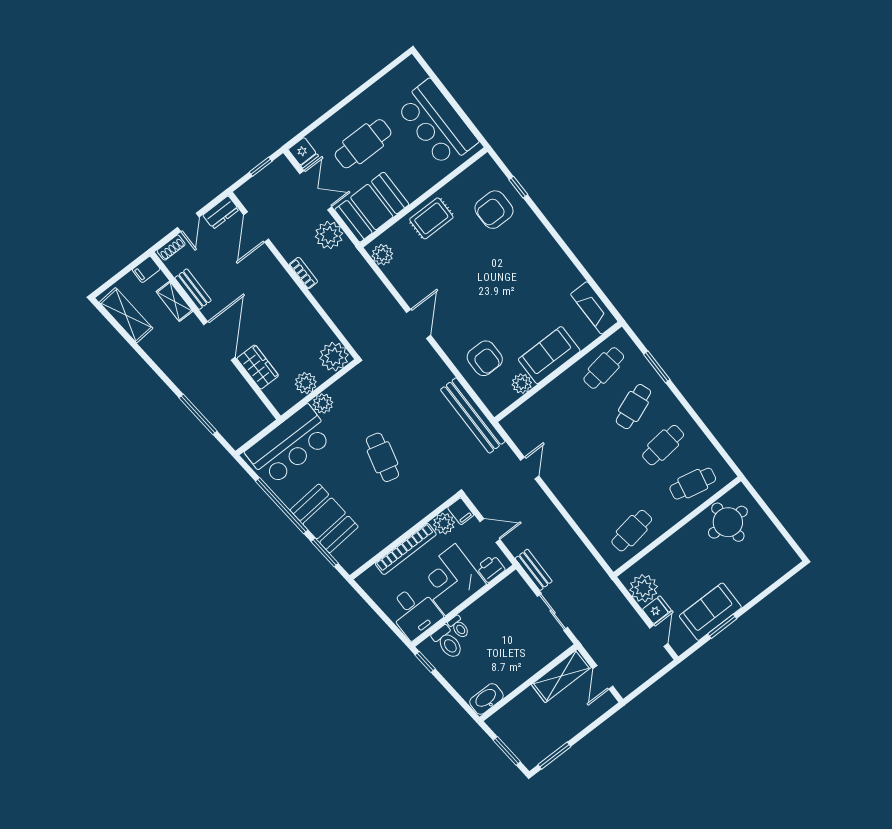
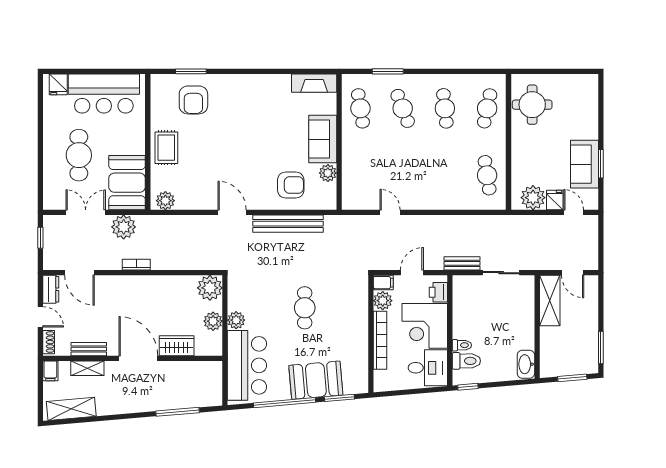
fridge: (303, 153) -> (58, 84), moved, turned 90
window: (518, 187) -> (191, 71), width x1.50
bench: (473, 415) -> (288, 224), moved
cafe table: (382, 457) -> (305, 308), turned 76

